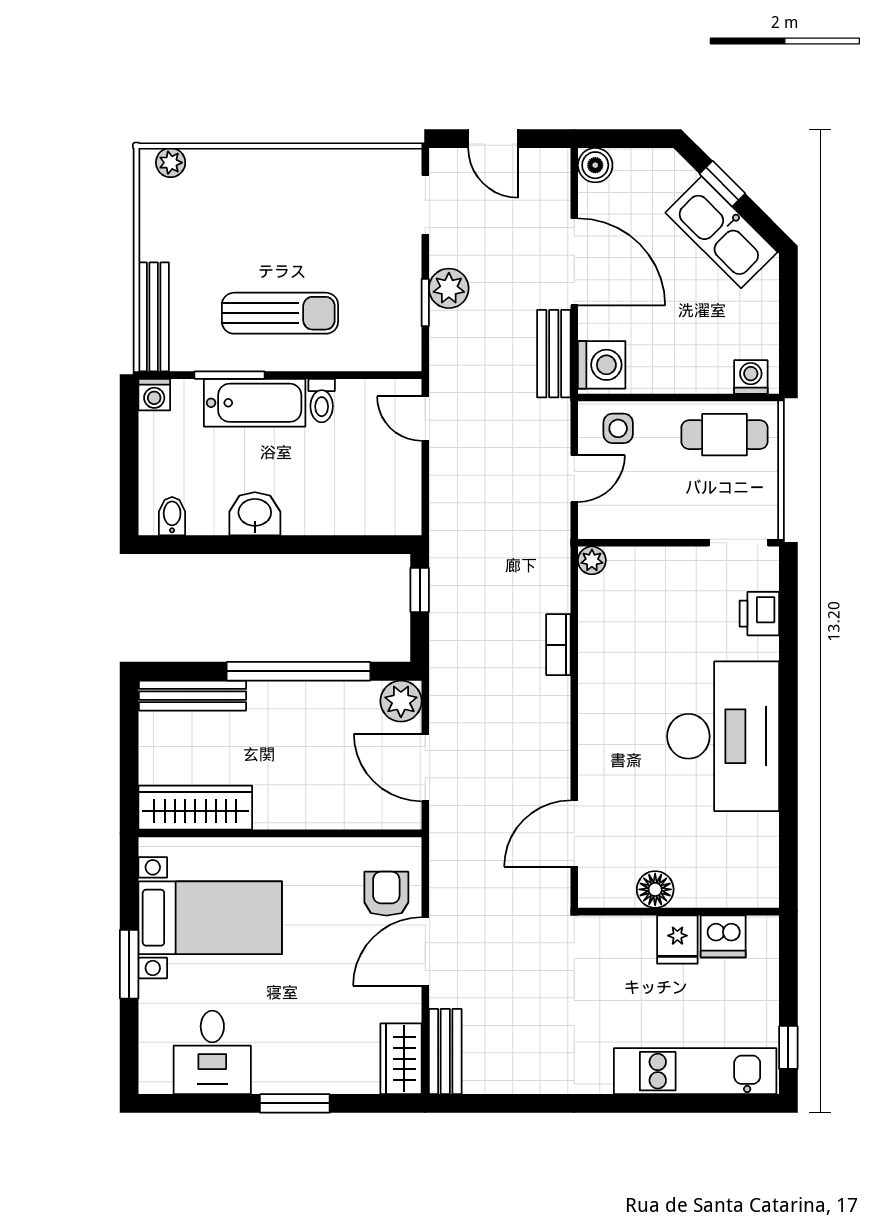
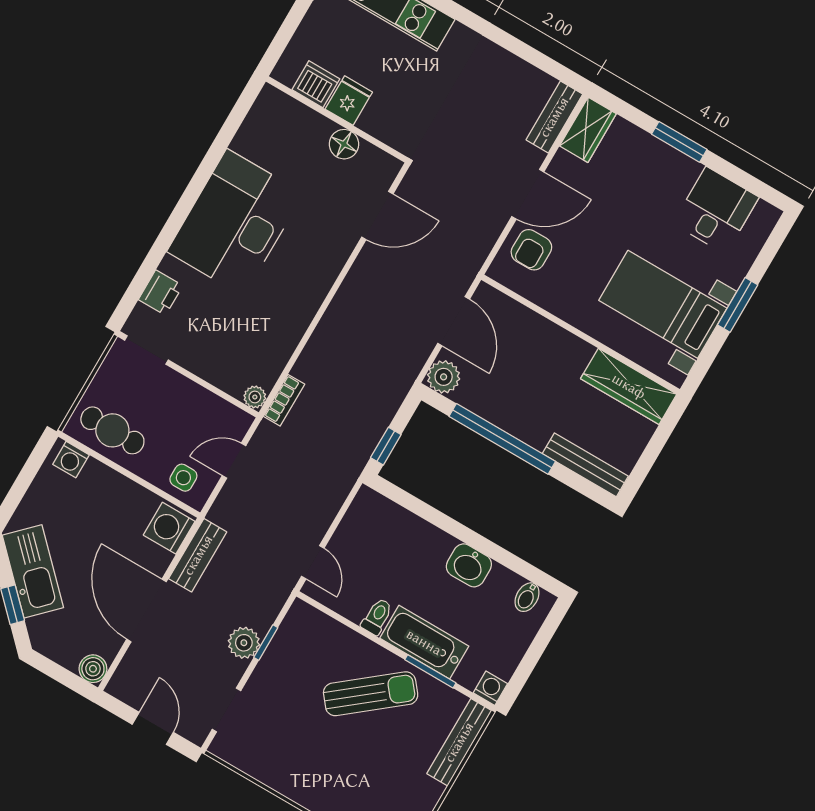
sun lounger: (280, 313) -> (371, 694), turned 141
bookcase: (558, 645) -> (284, 400), moved

